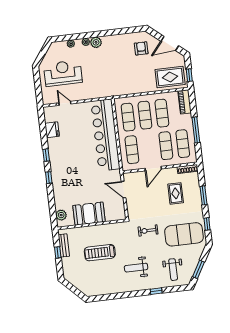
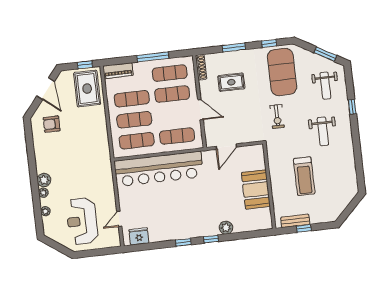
fridge: (52, 130) -> (139, 236), moved
plant: (61, 215) -> (226, 228), moved
weight bench: (173, 270) -> (325, 86), turned 90

